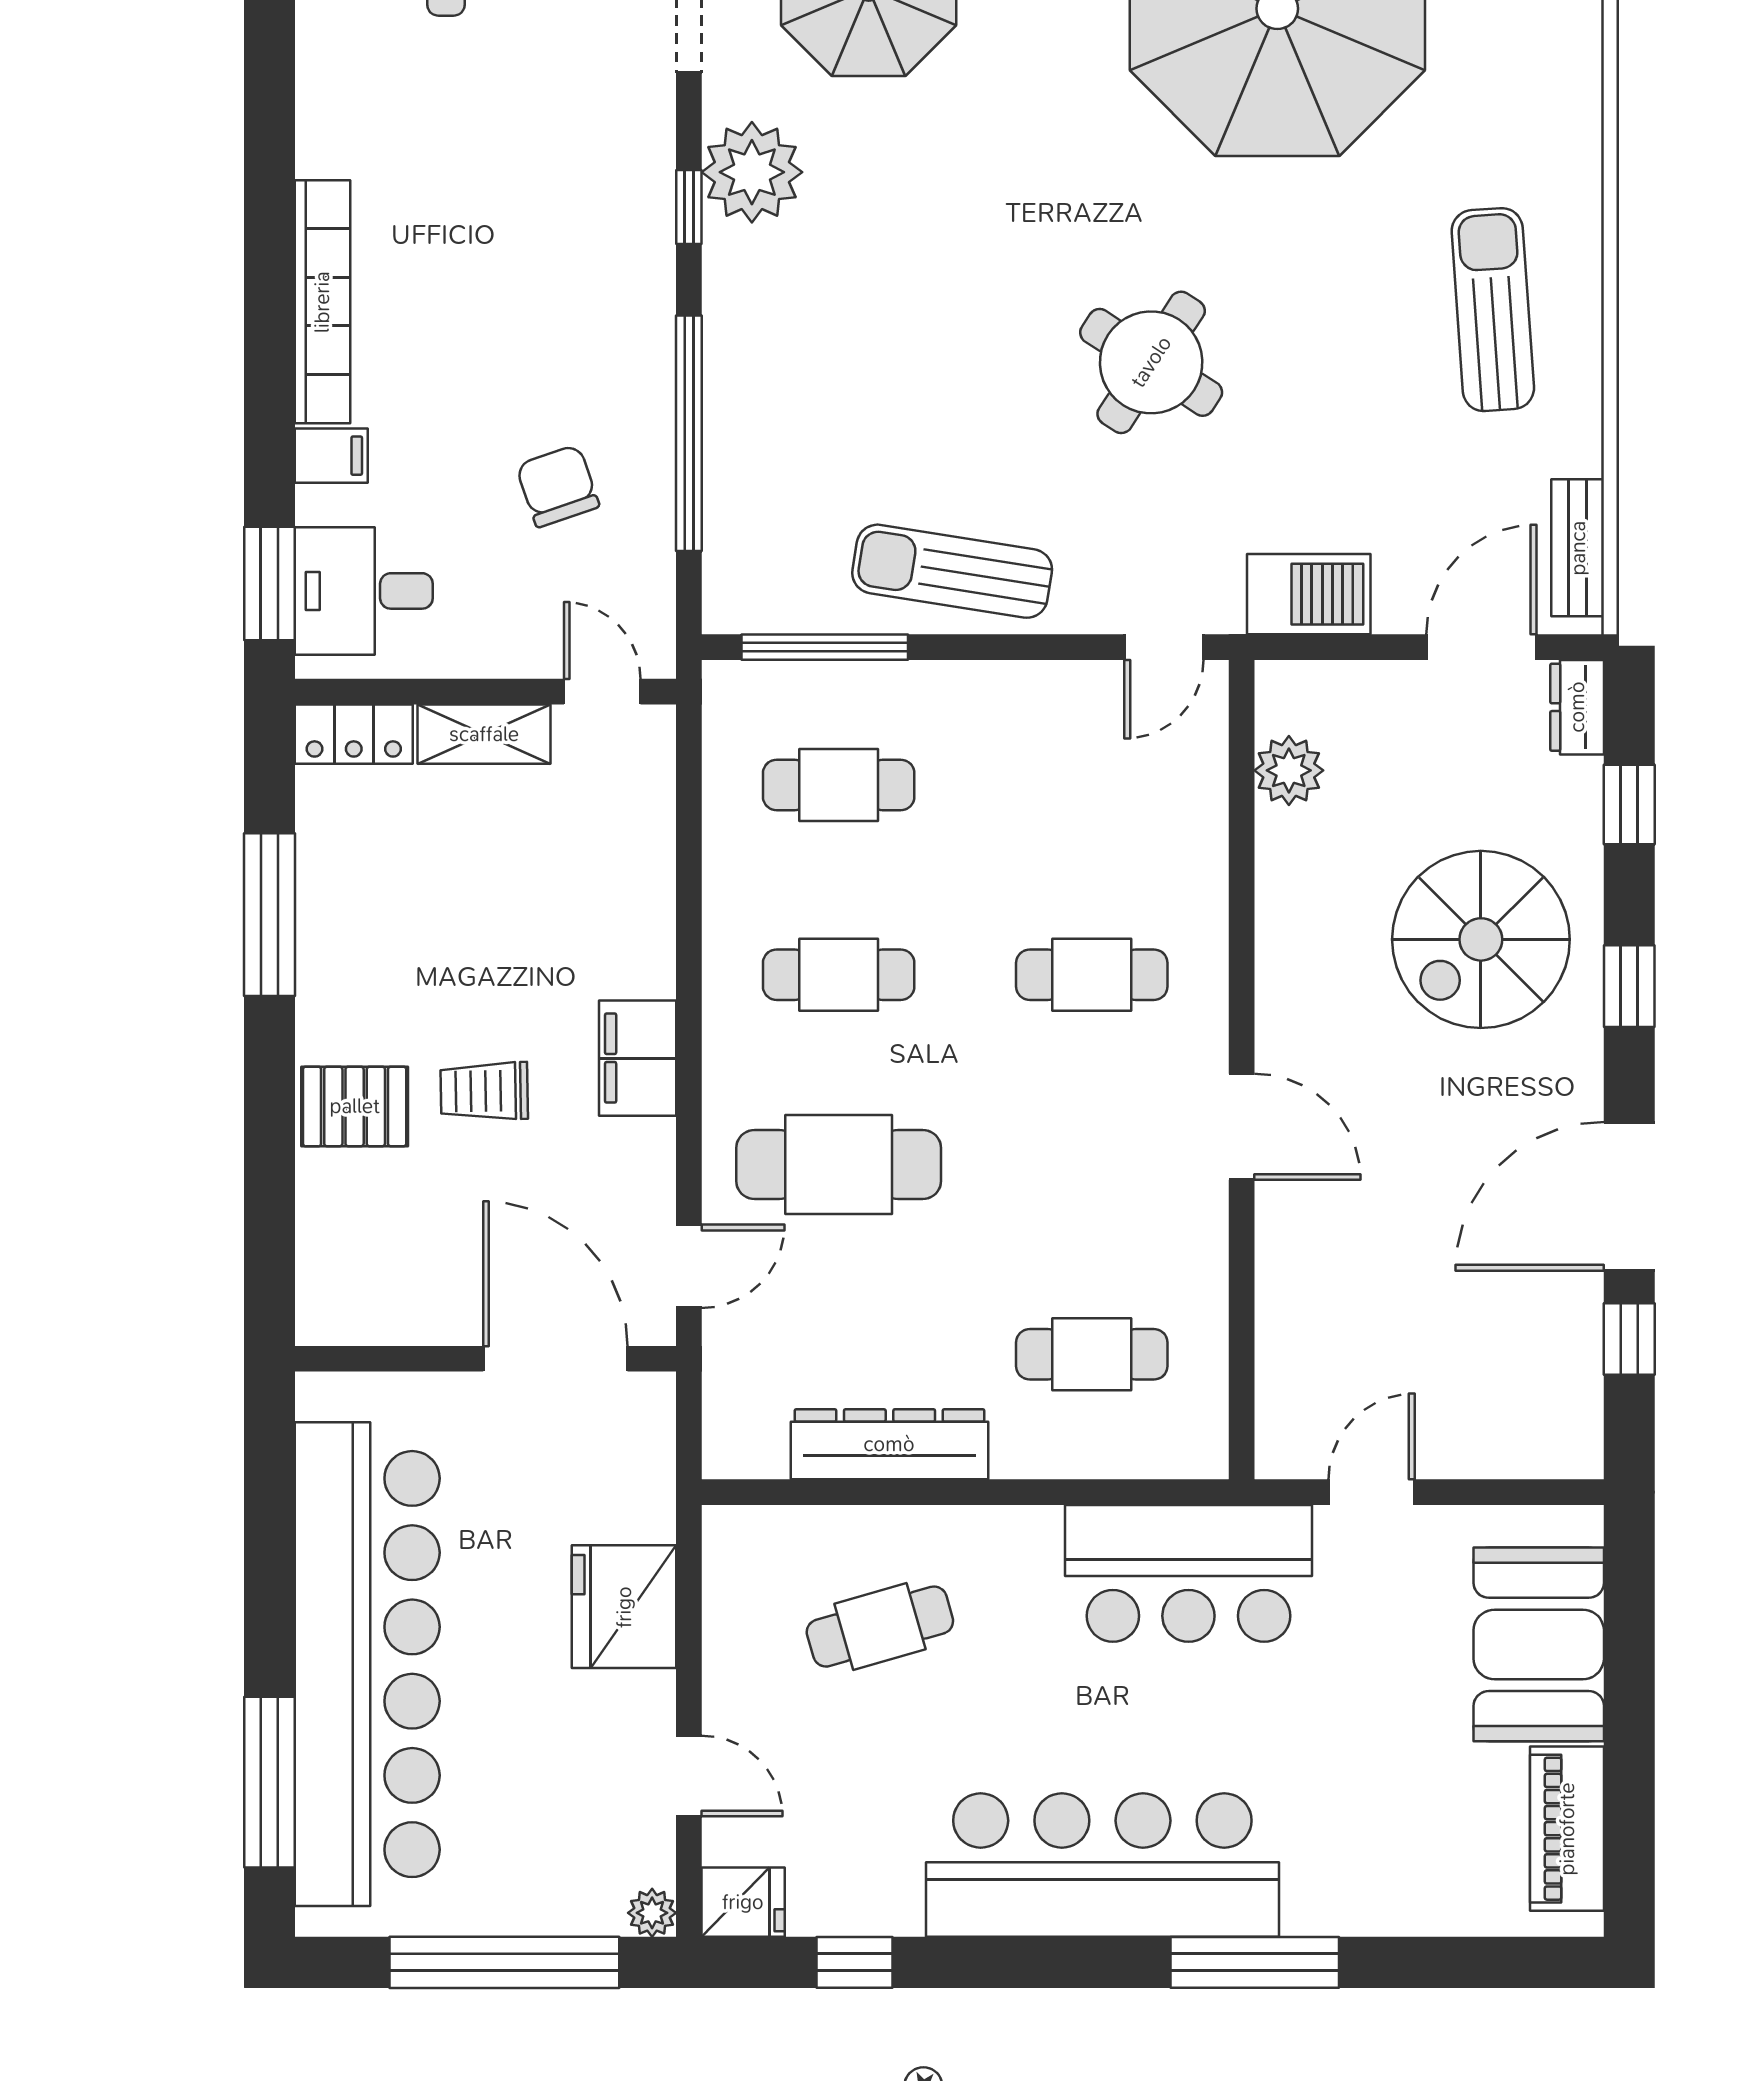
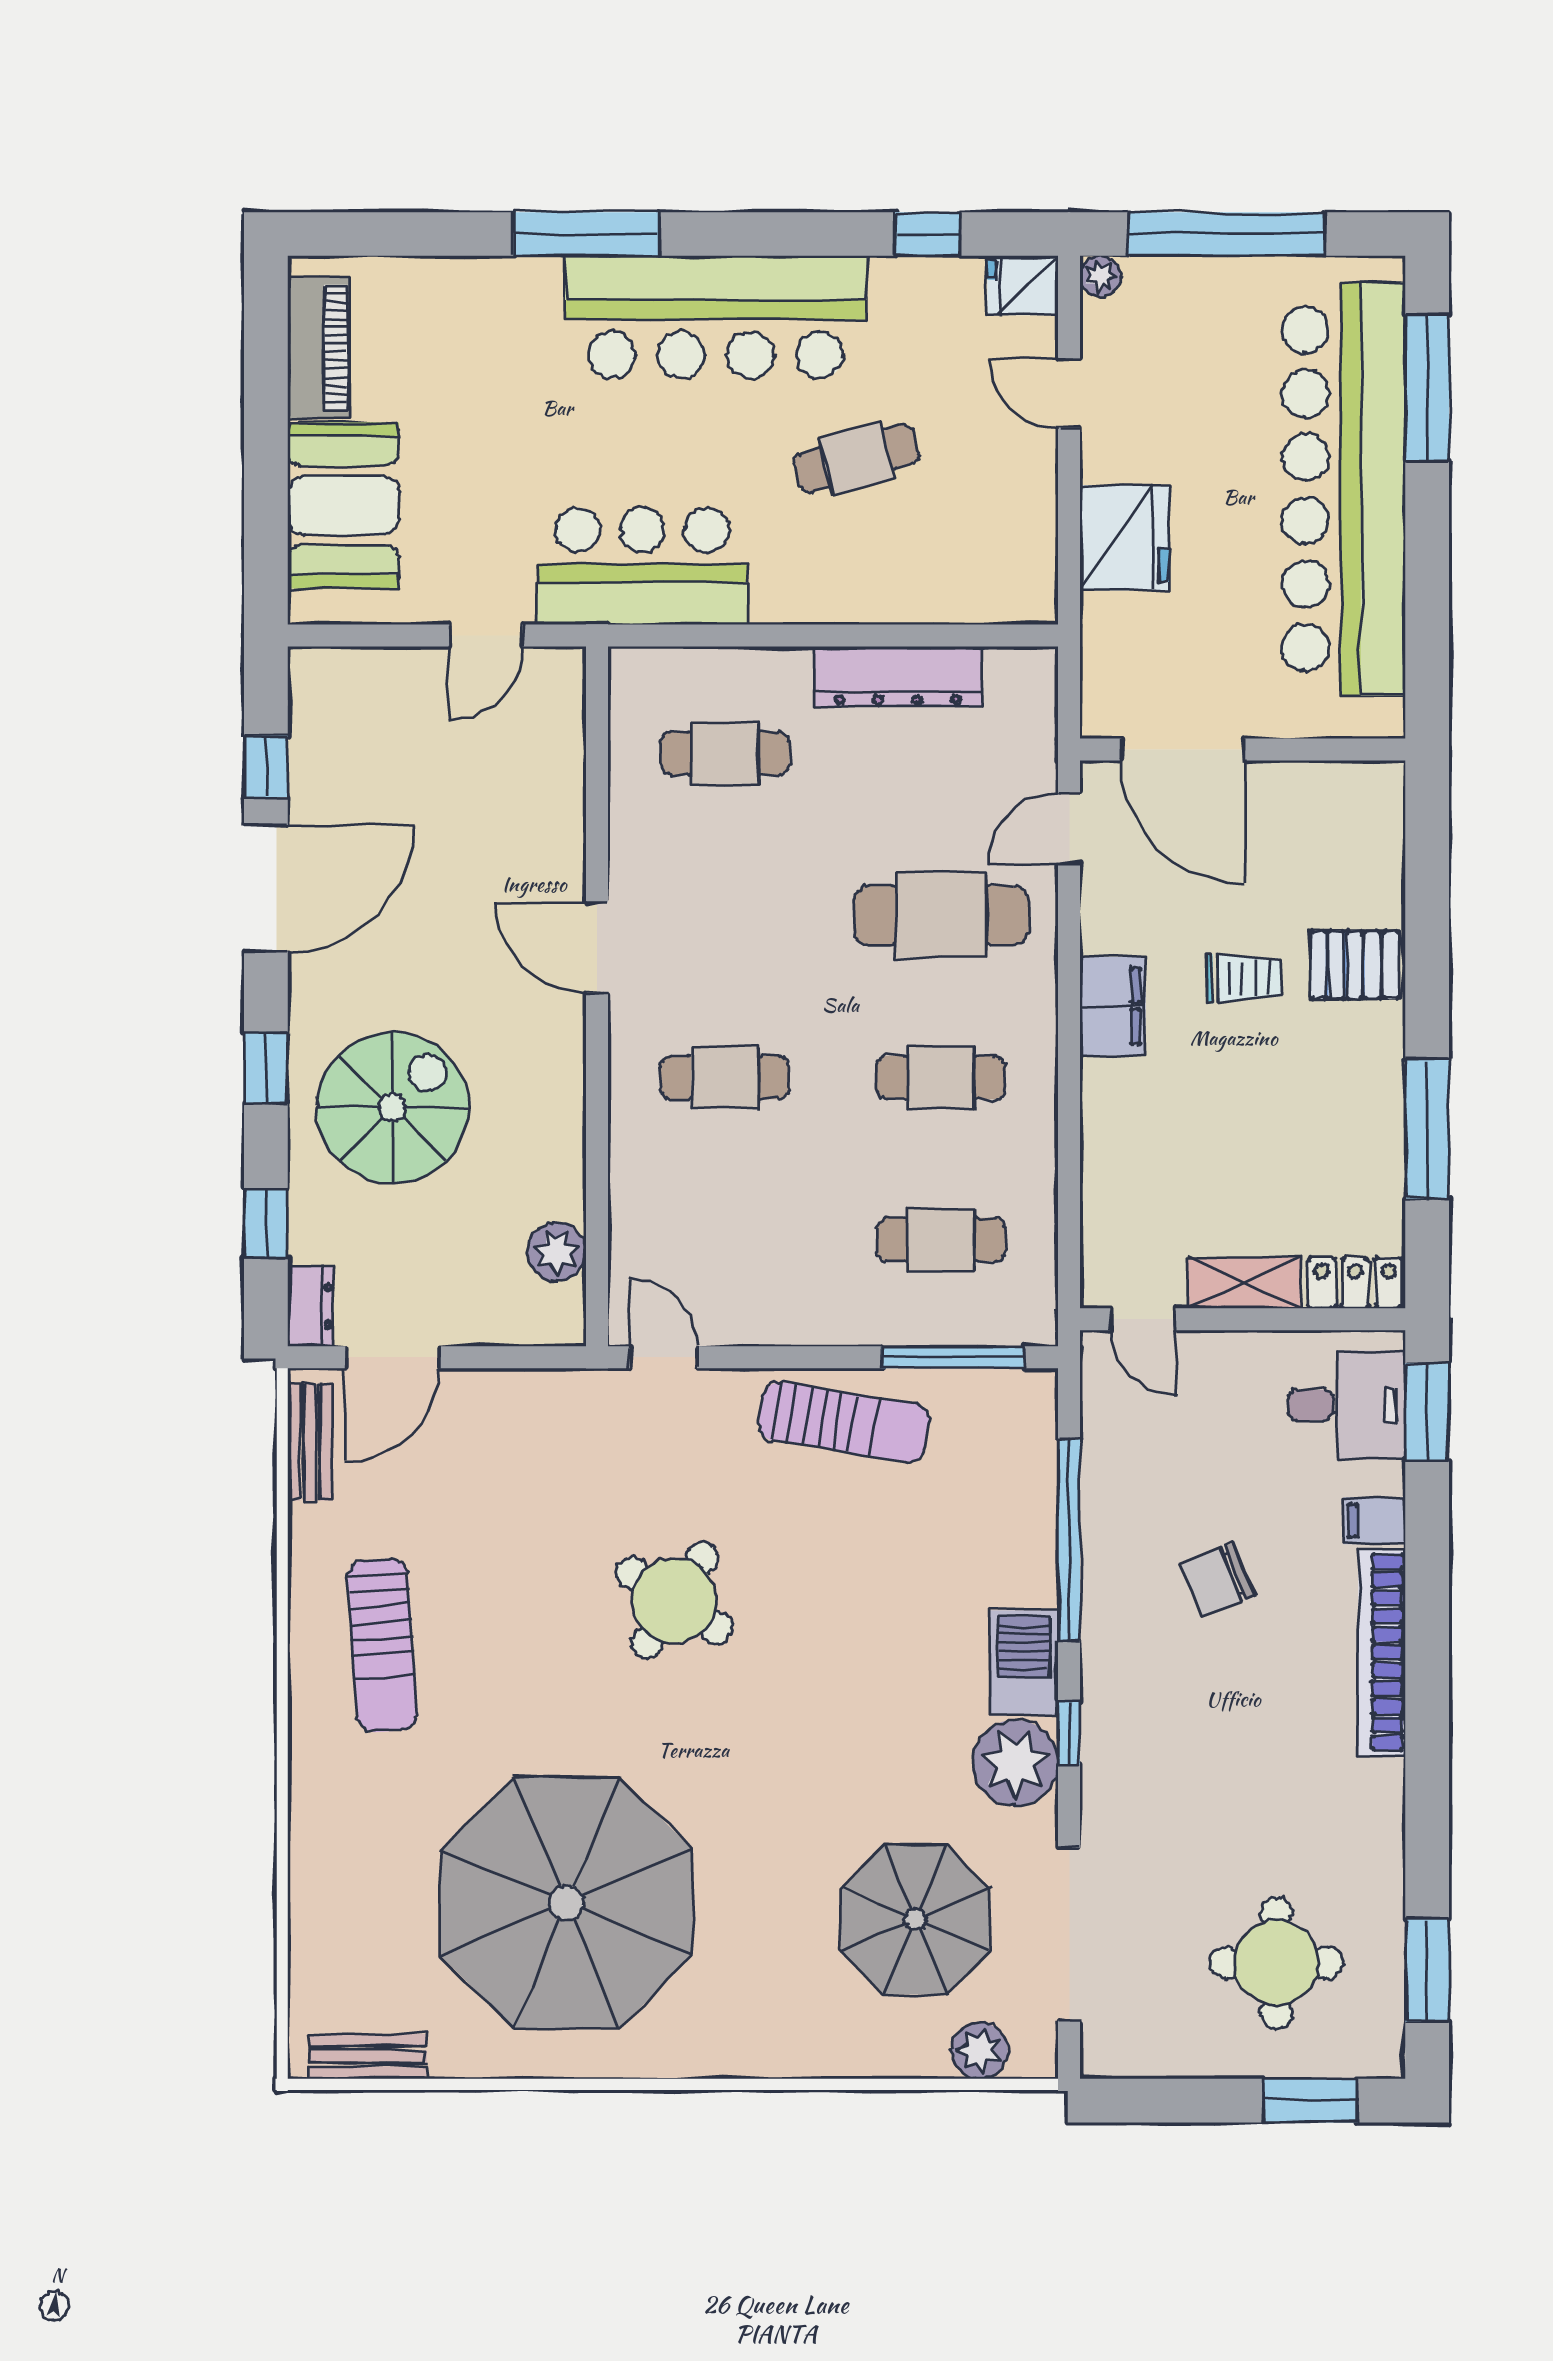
chair: (558, 486) -> (1217, 1580), moved, turned 87
barbecue: (1309, 594) -> (1024, 1663), moved, turned 90
door: (1164, 647) -> (663, 1357), hinge flipped
cafe table: (880, 1627) -> (857, 458), moved

